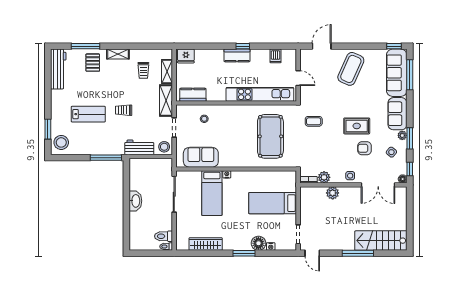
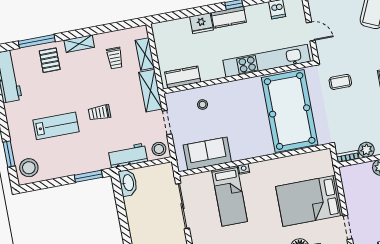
fridge: (186, 56) -> (201, 23), moved
pool table: (270, 136) -> (290, 111), width x1.36, depth x1.32
window: (106, 158) -> (88, 176), width x0.69
washbasin: (135, 201) -> (128, 183), moved
bed: (273, 203) -> (309, 201), width x1.50

